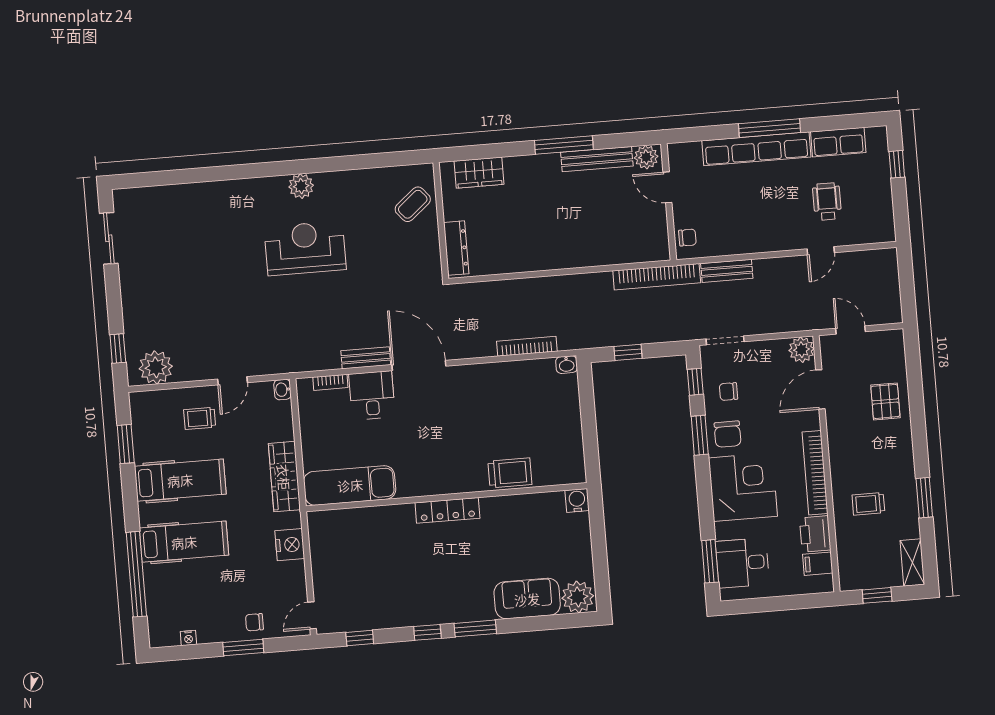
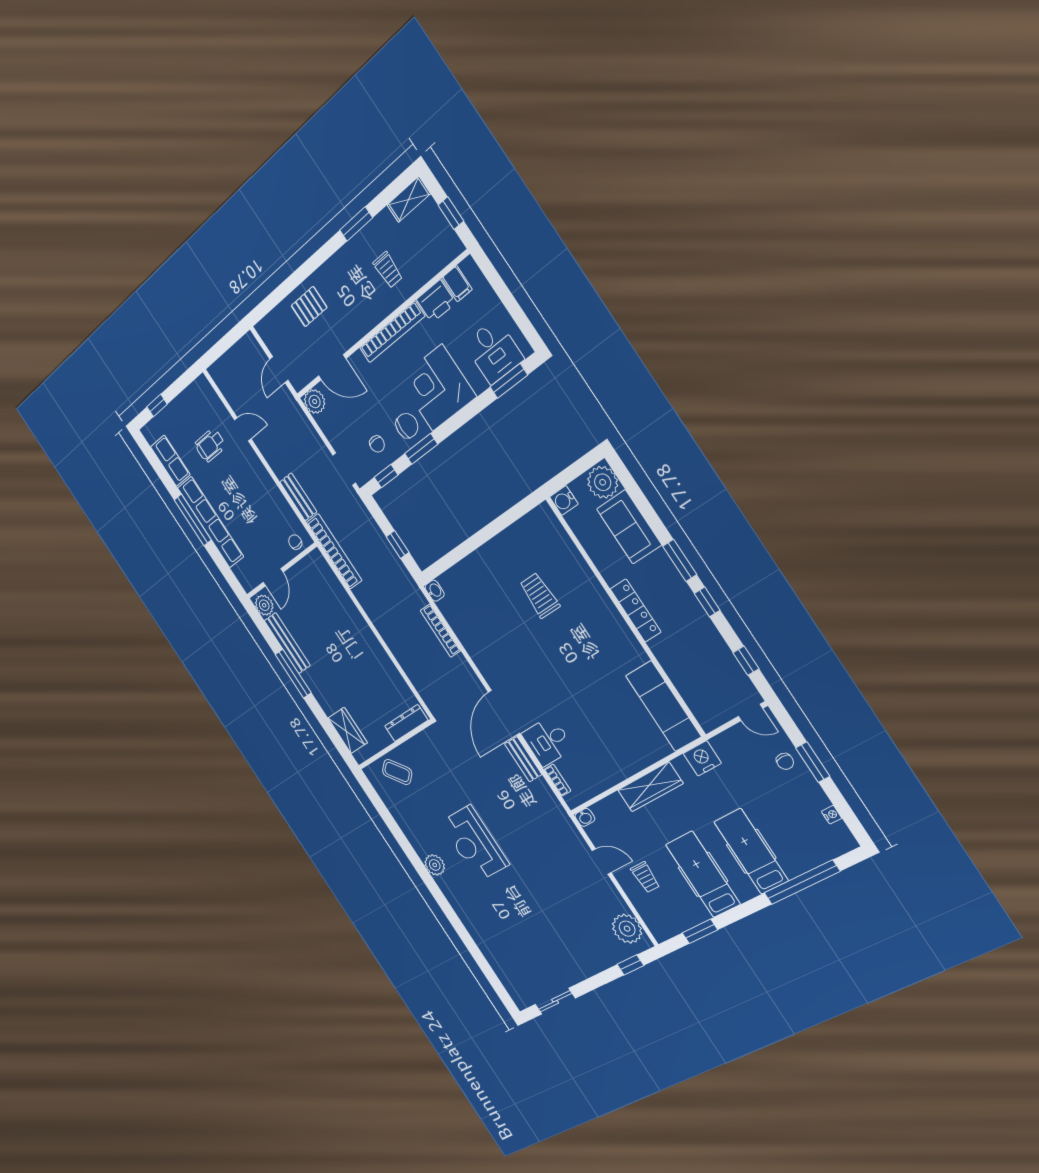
exam couch: (350, 485) -> (663, 706), moved
wall: (446, 497) -> (626, 617), moved
water cooler: (577, 500) -> (564, 500), moved
locker: (447, 510) -> (636, 611), moved

